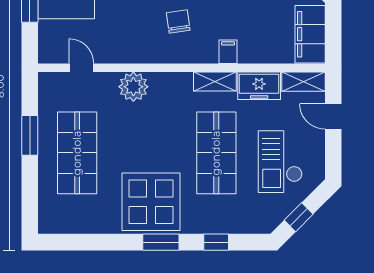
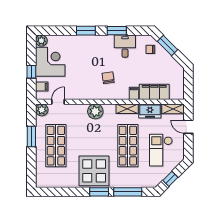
filing cabinet: (310, 34) -> (154, 92), moved, turned 90
filing cabinet: (50, 39) -> (42, 87), added
door: (81, 68) -> (58, 102), hinge flipped
plant: (50, 84) -> (42, 110), added
plant: (133, 87) -> (95, 111), moved
window: (216, 242) -> (128, 192), width x2.17

